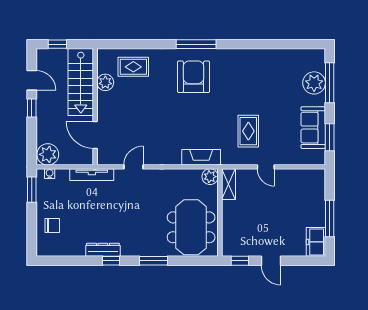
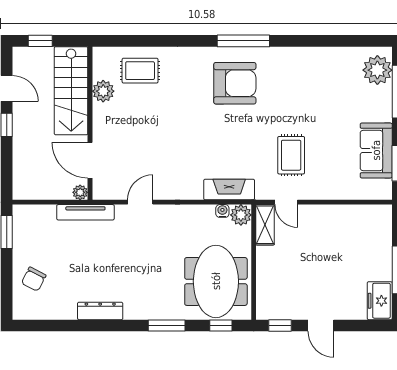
window: (196, 44) -> (243, 41), moved
armchair: (193, 77) -> (235, 83), moved, turned 90
plant: (314, 83) -> (377, 70), moved
plant: (48, 154) -> (80, 192), moved, width x0.53, depth x0.53
door: (266, 167) -> (286, 202), moved
water cooler: (50, 174) -> (222, 211), moved
chair: (52, 226) -> (34, 279), turned 117
window: (111, 261) -> (221, 325), moved

